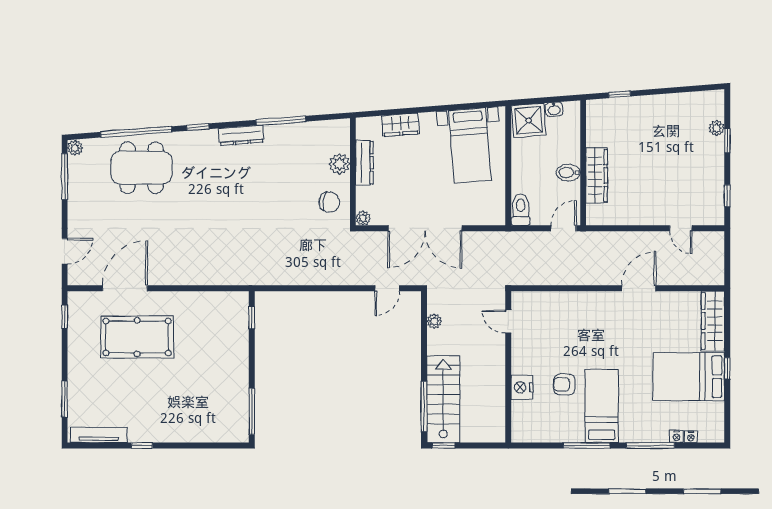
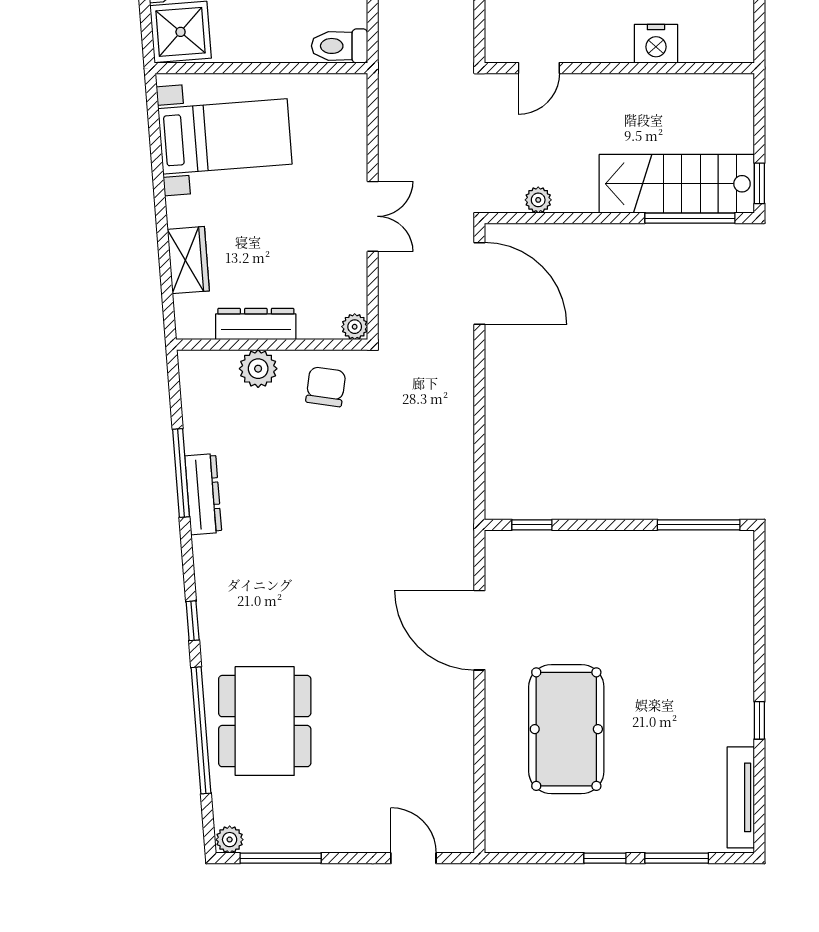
dresser: (241, 135) -> (203, 494), moved
double door: (425, 228) -> (373, 216), width x0.54
door: (125, 288) -> (479, 630), moved
door: (387, 288) -> (479, 284), width x1.87
window: (65, 317) -> (605, 858), moved

